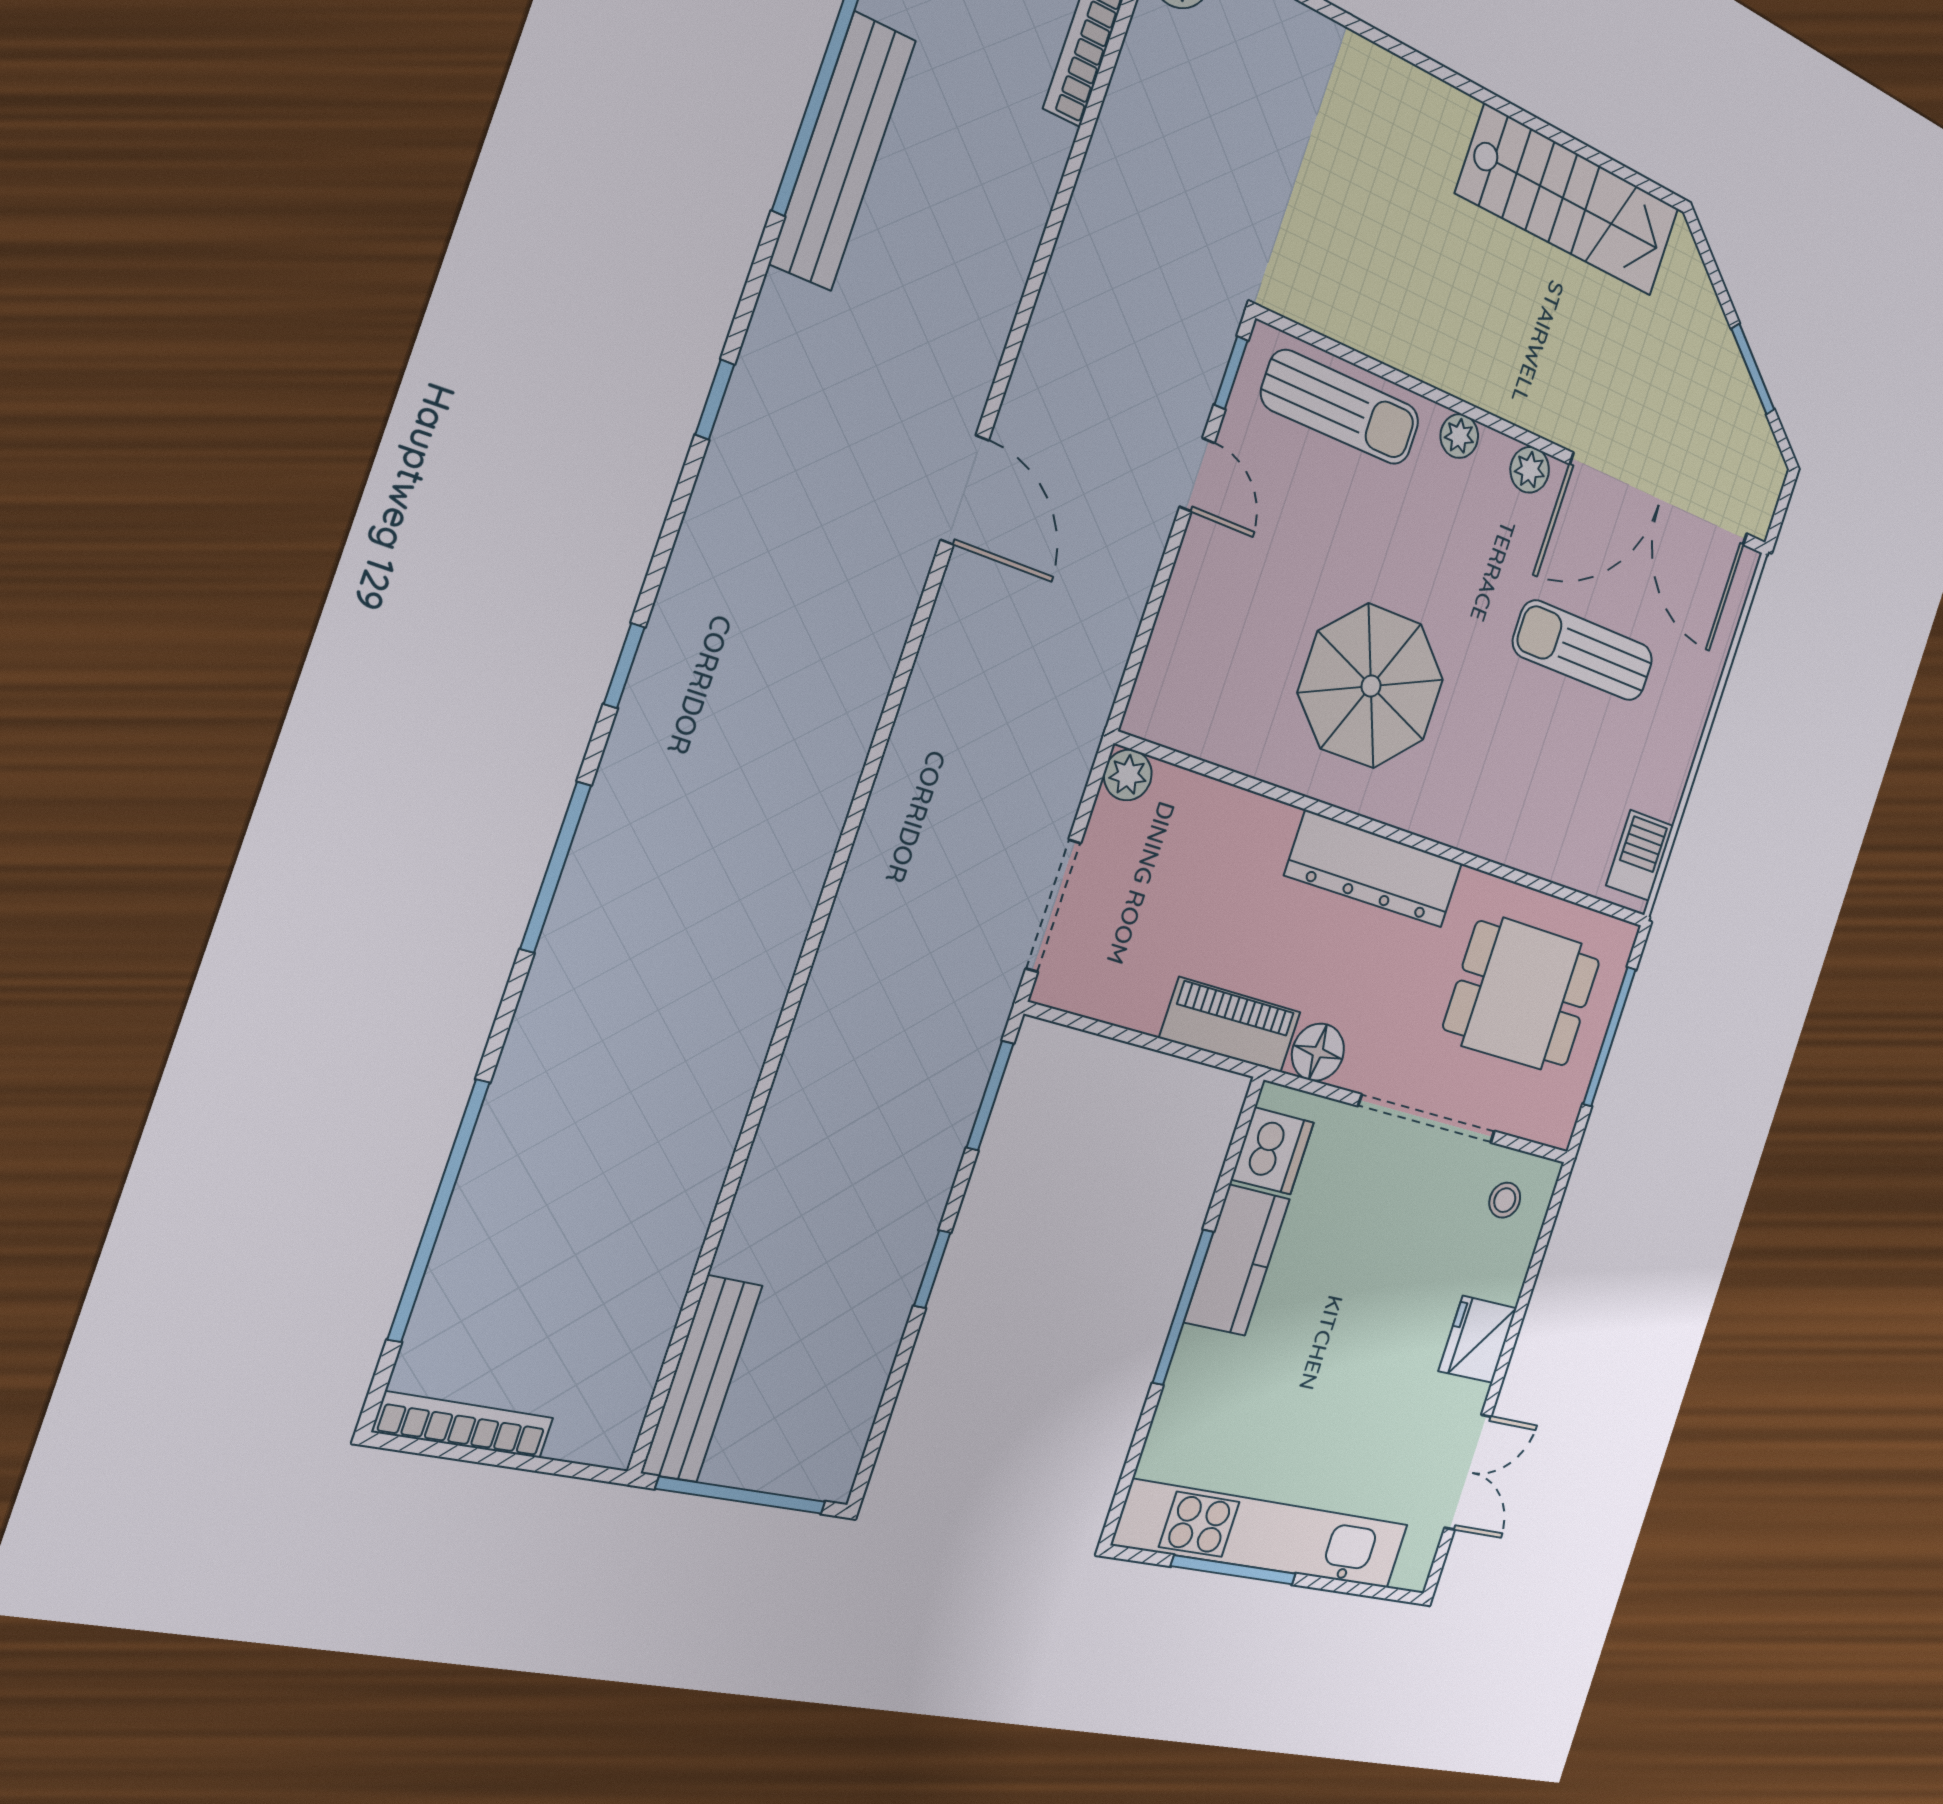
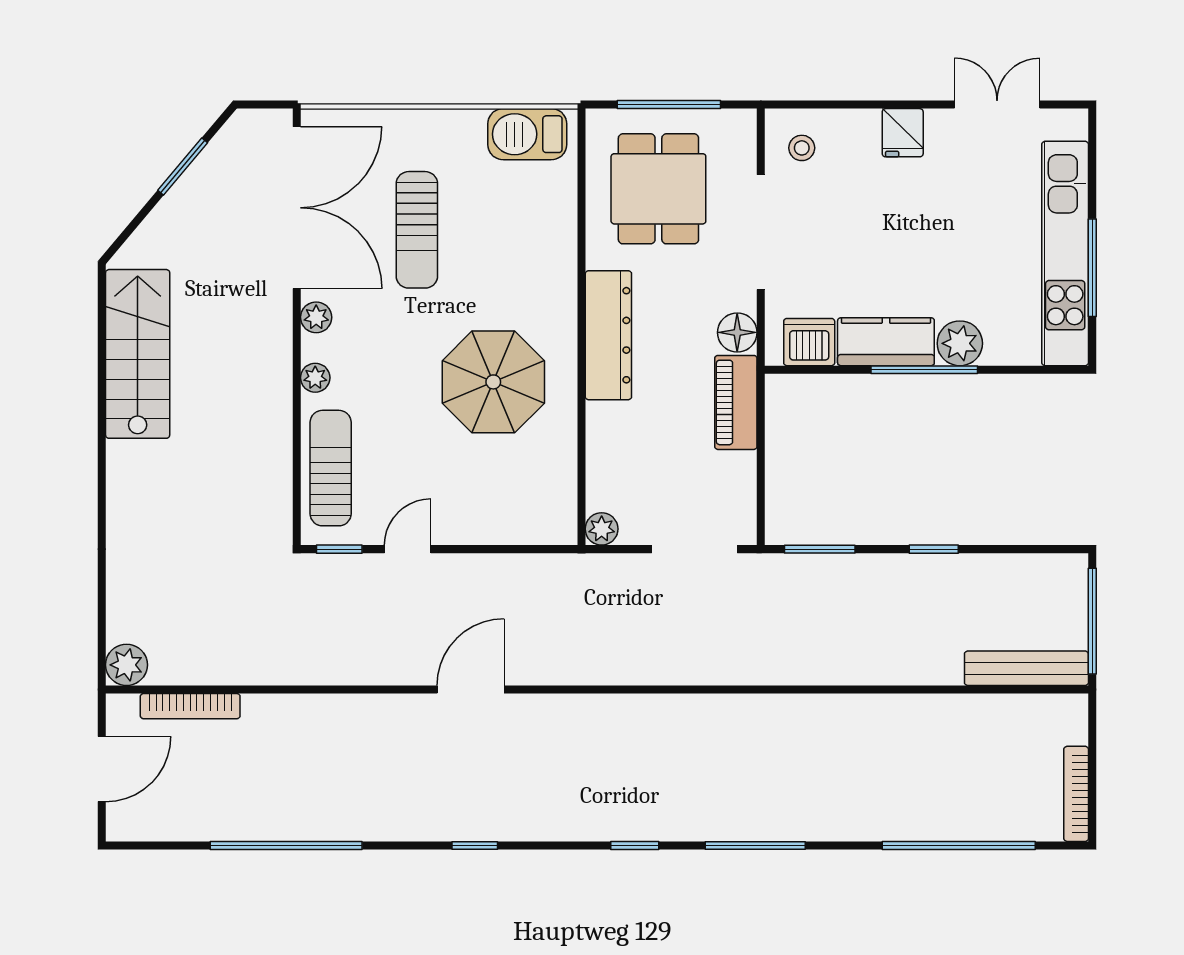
bench: (843, 152) -> (314, 822), removed
barbecue: (1640, 856) -> (527, 134), width x1.38, depth x1.27
fridge: (1478, 1339) -> (903, 133), width x0.72
plant: (1200, 1365) -> (960, 343), added

